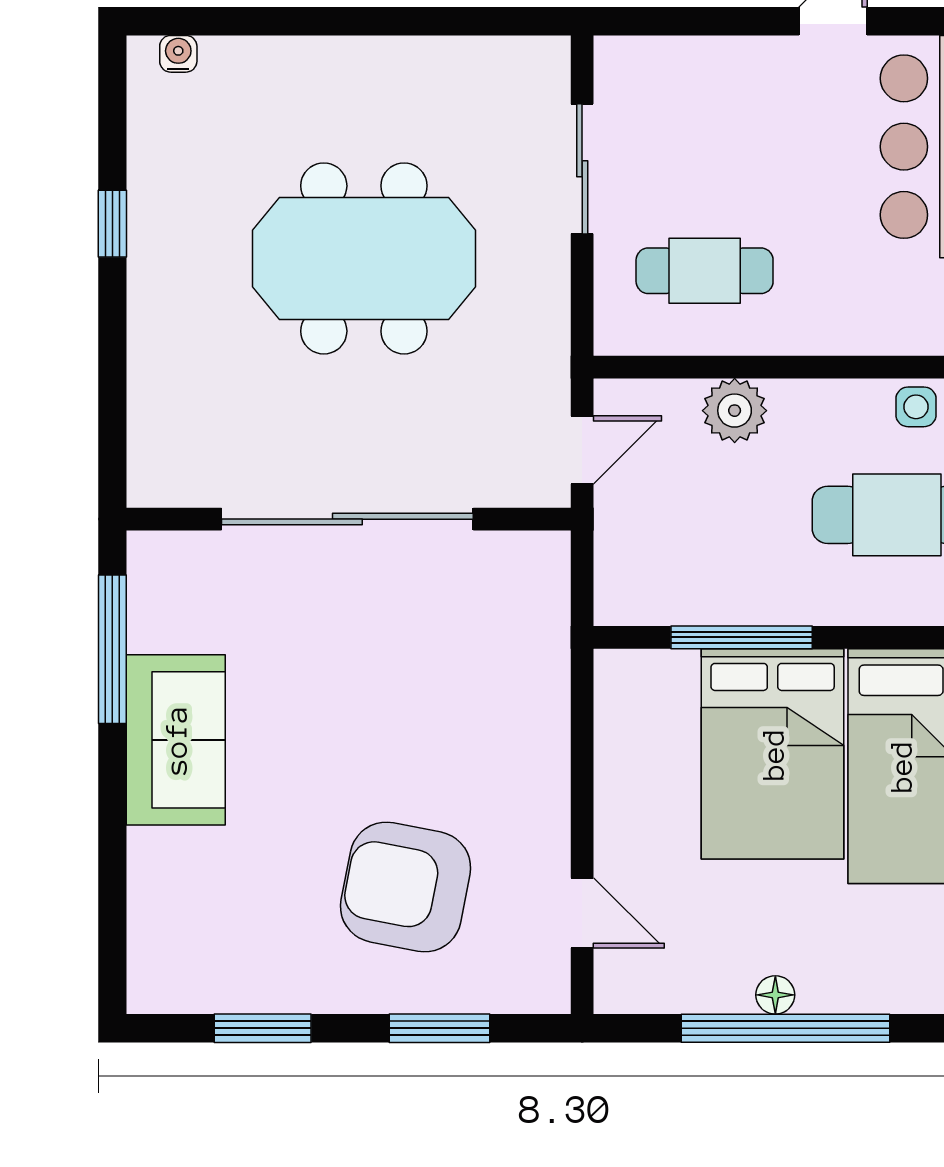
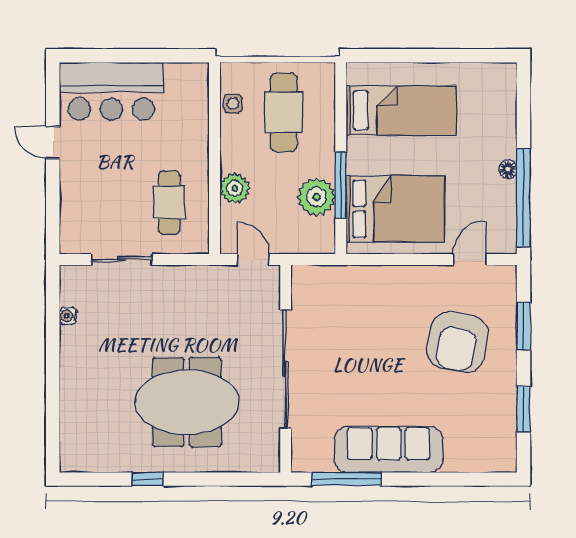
water cooler: (178, 54) -> (68, 316), moved
meeting table: (364, 258) -> (187, 402), moved, turned 90
plant: (716, 585) -> (316, 197), added
sofa: (176, 740) -> (389, 449), width x1.36
bed: (773, 754) -> (395, 209), moved
window: (785, 1028) -> (524, 198), moved

